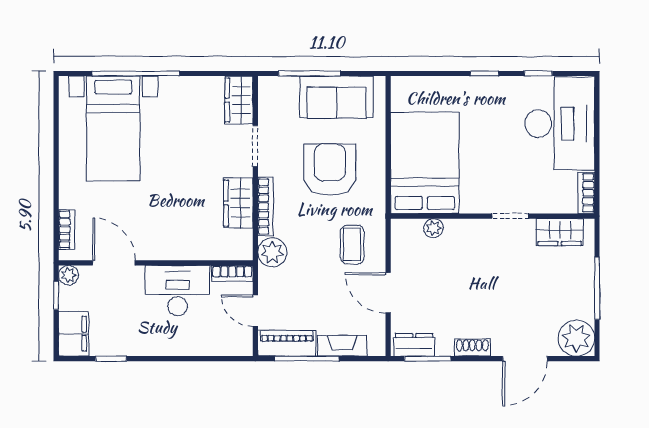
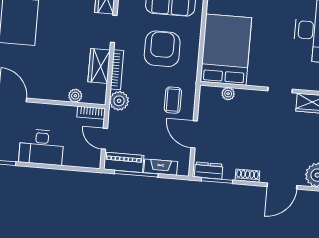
plant: (206, 250) -> (75, 96), added
desk: (178, 290) -> (41, 147), moved, turned 180

